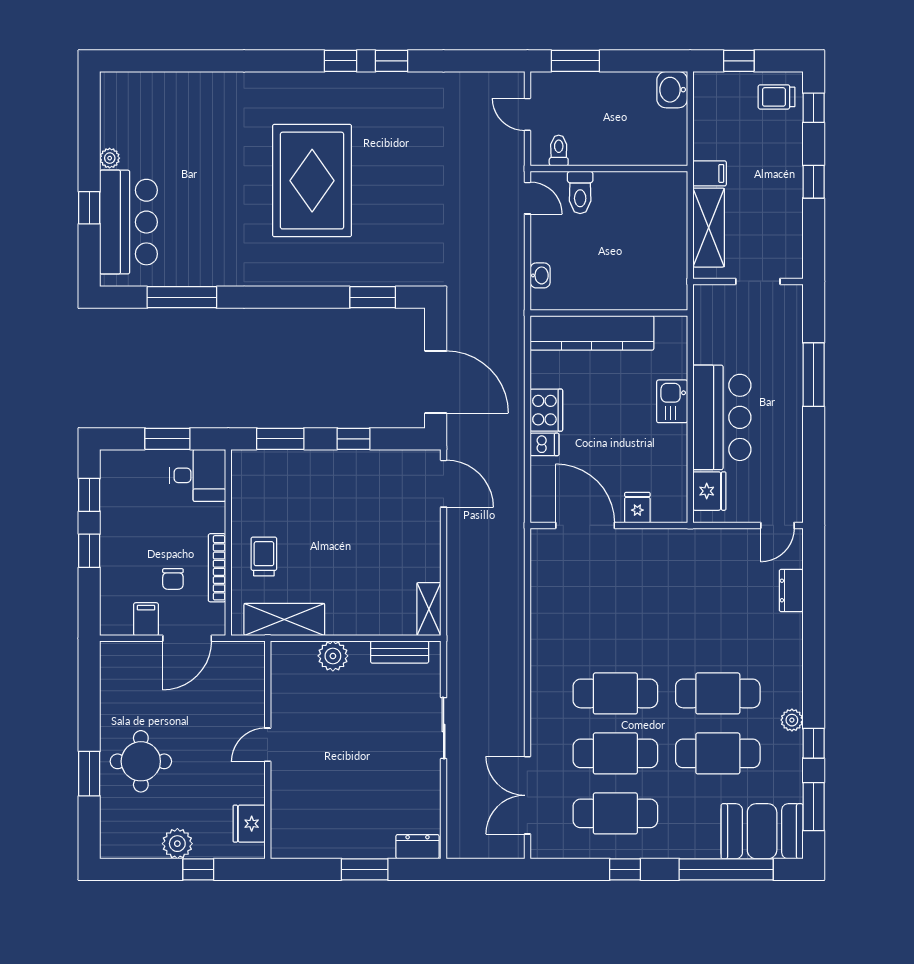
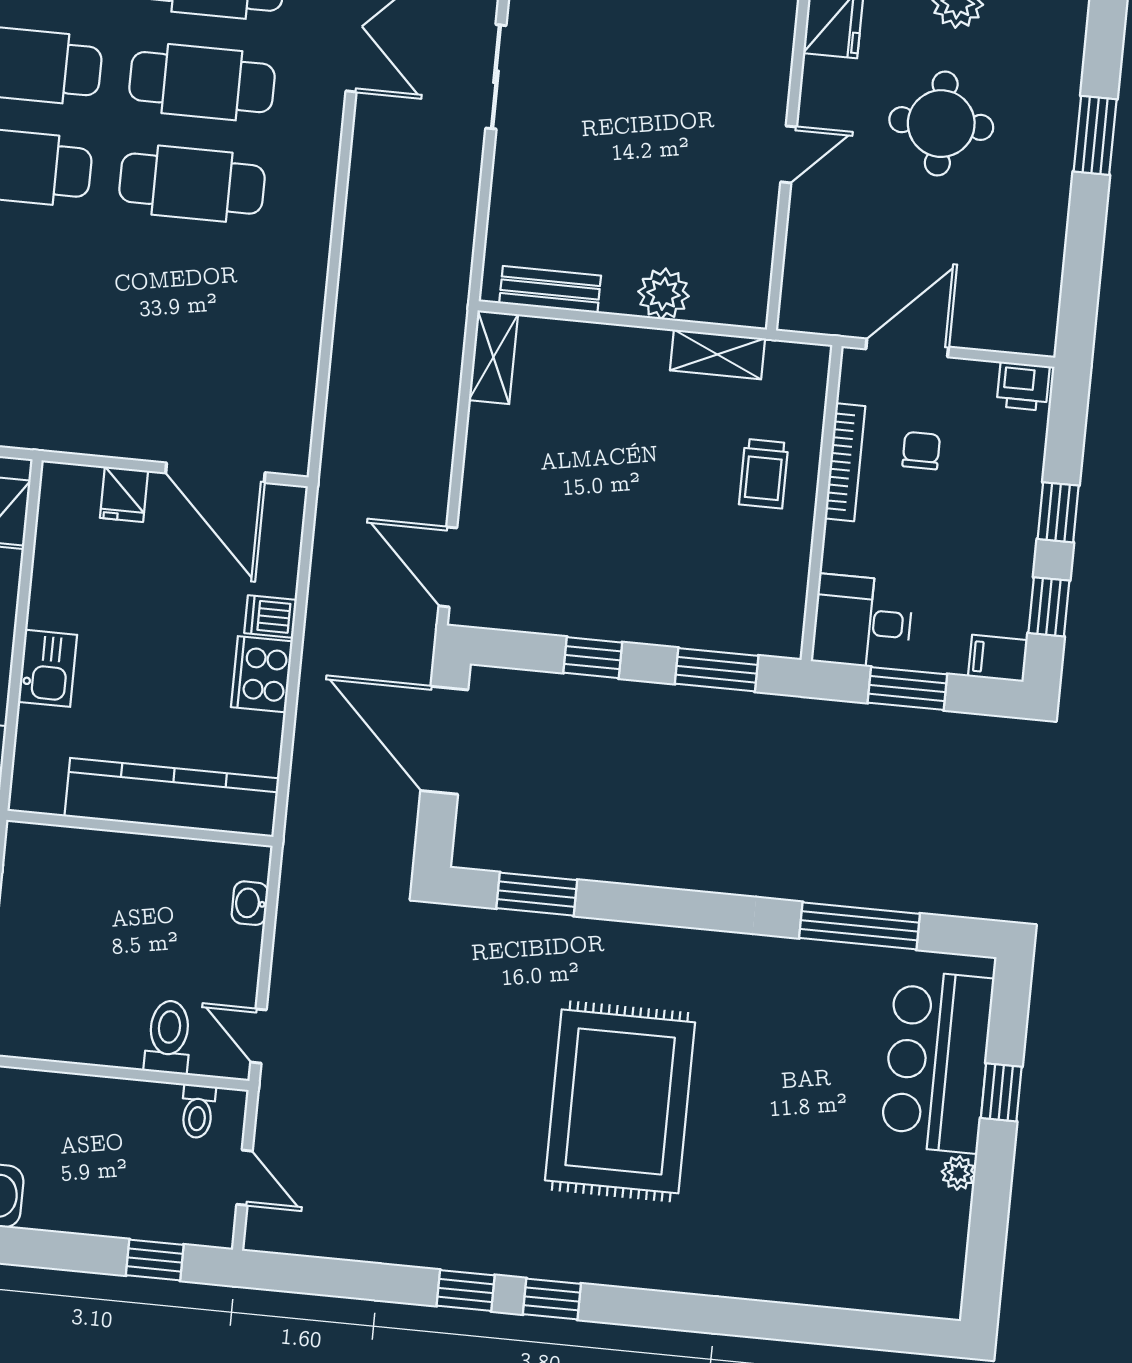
window: (575, 61) -> (155, 1260), width x0.67
filing cabinet: (146, 619) -> (998, 658), moved, turned 90
shelving: (284, 620) -> (717, 354), width x0.67, depth x0.75
printer: (117, 622) -> (1023, 386), added
sliding door: (444, 728) -> (496, 77), moved
round table: (141, 761) -> (941, 124), moved

